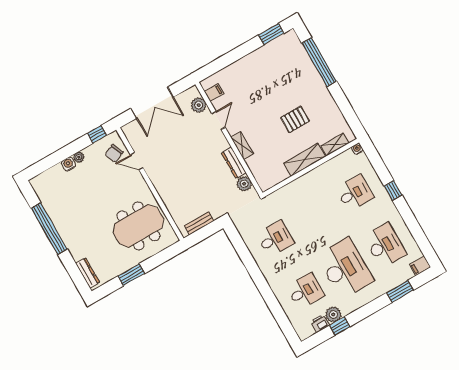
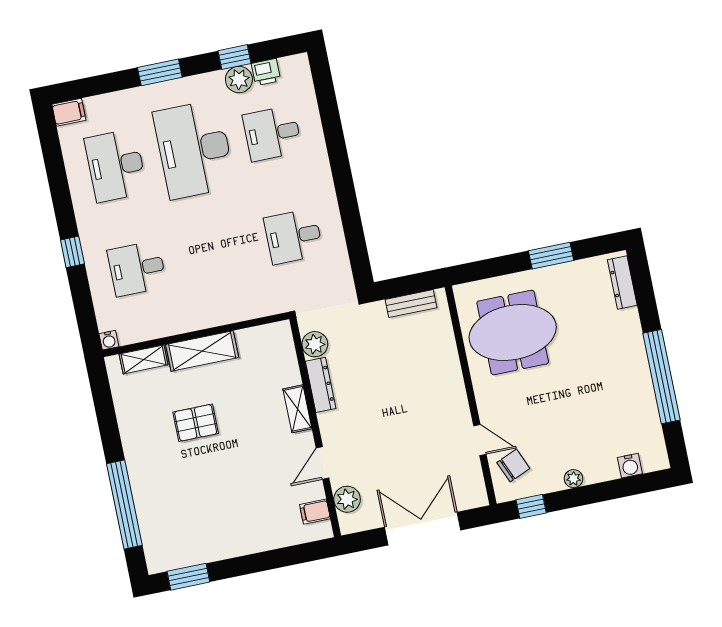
water cooler: (68, 164) -> (630, 466), moved
window: (400, 291) -> (160, 72), moved

